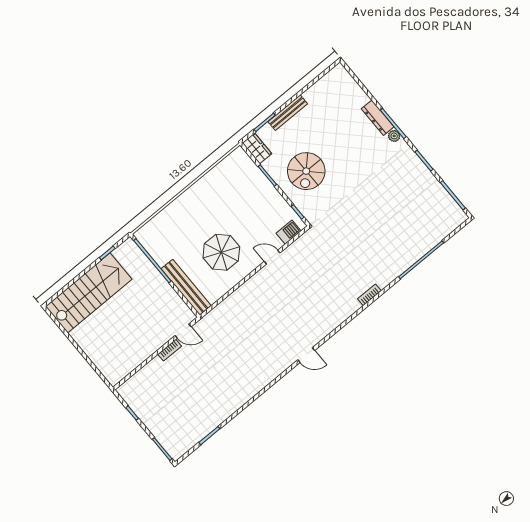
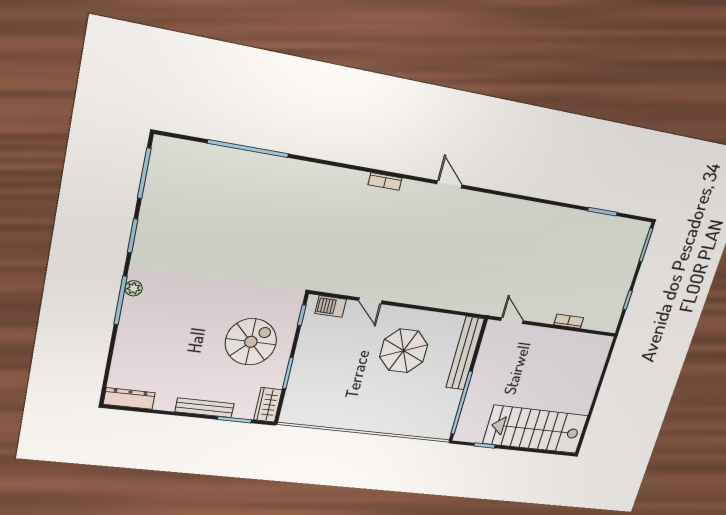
dresser: (378, 118) -> (129, 399), moved, turned -90
bookcase: (369, 295) -> (385, 181), moved
bookcase: (170, 350) -> (569, 321), moved

